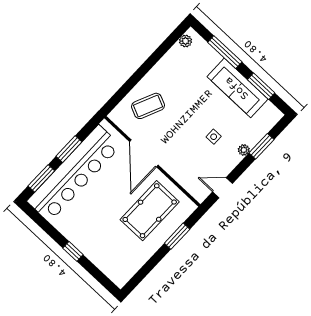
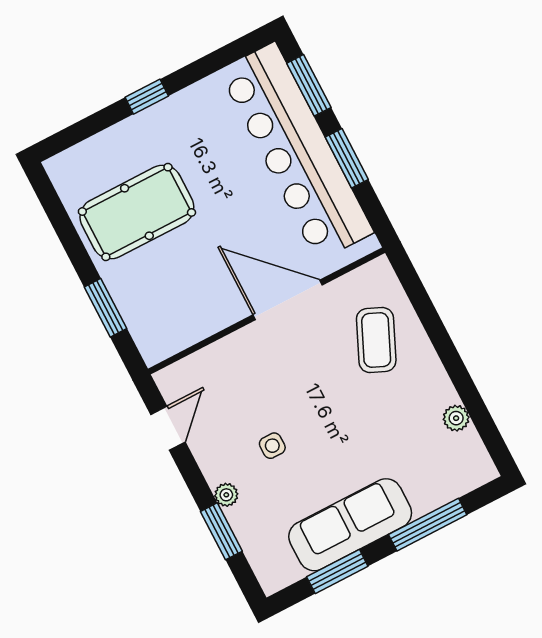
plant: (185, 41) -> (456, 418), moved
pool table: (150, 211) -> (137, 212), moved, turned 90

